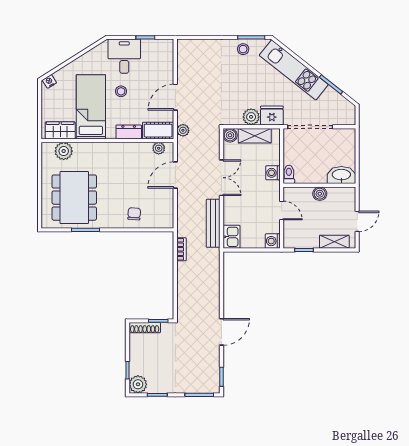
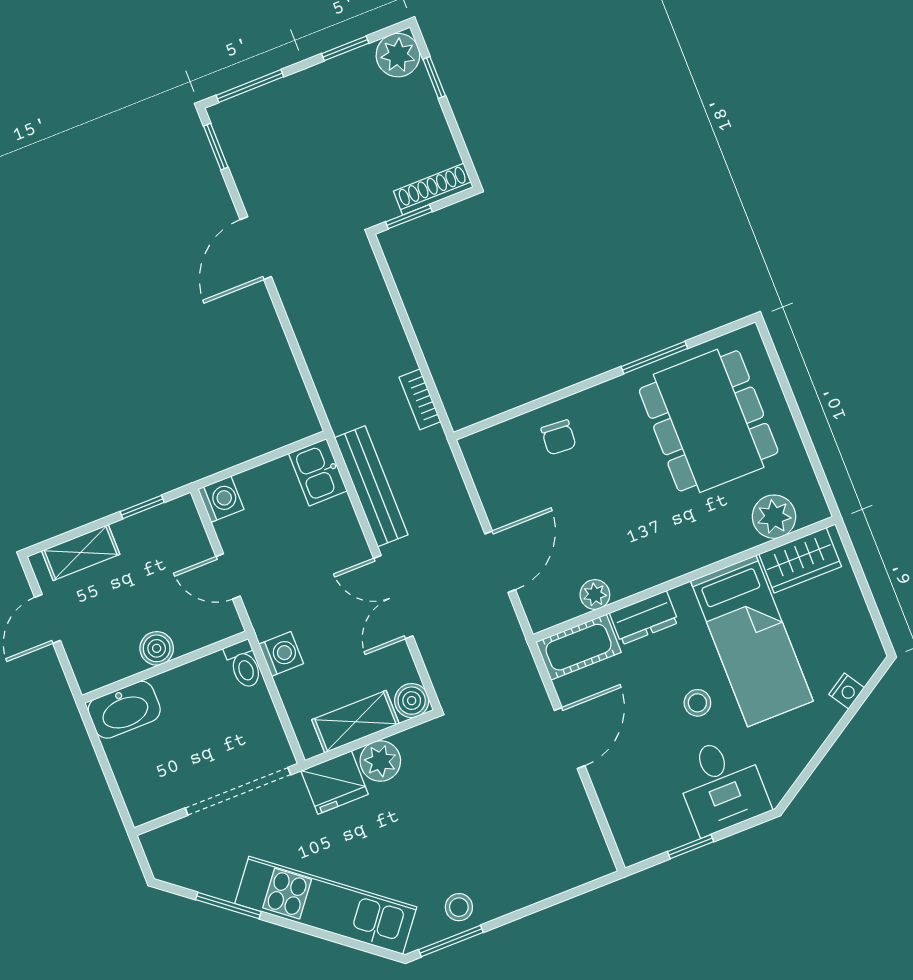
nightstand: (49, 81) -> (847, 691), moved
plant: (183, 130) -> (523, 670), removed
plant: (159, 148) -> (595, 595), moved

